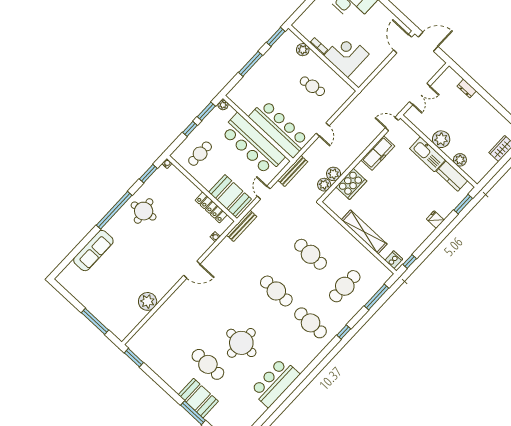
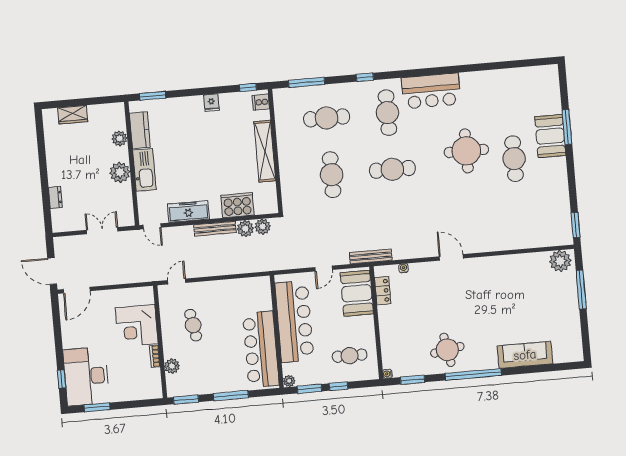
bar counter: (279, 129) -> (261, 349), moved
door: (323, 129) -> (177, 281), moved
bench: (293, 171) -> (215, 229), moved
locker: (211, 207) -> (383, 291), width x0.66
fridge: (435, 220) -> (211, 103), moved
cafe table: (276, 291) -> (392, 169), turned 90
plant: (148, 301) -> (560, 261), moved
bar counter: (275, 382) -> (431, 91), moved

